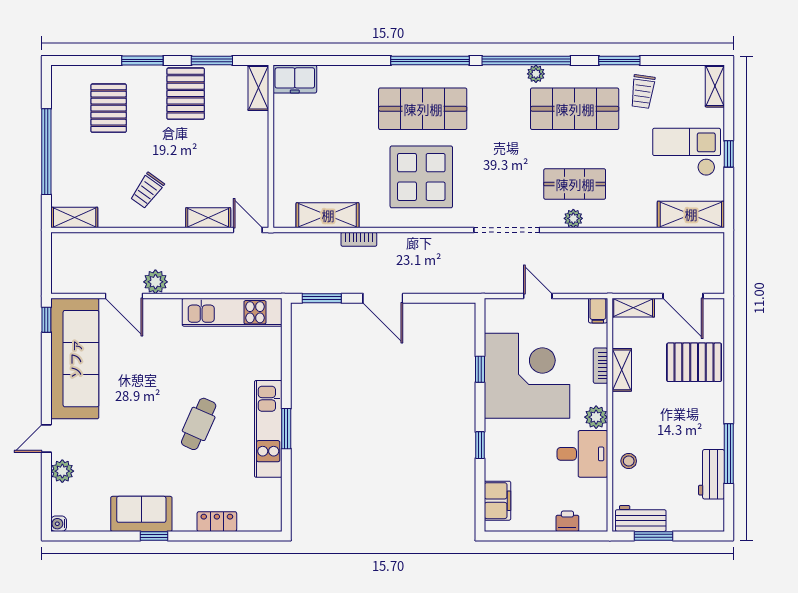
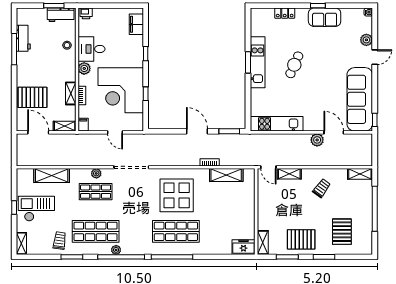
pallet: (186, 94) -> (301, 239), turned 90
checkout: (687, 152) -> (36, 209), turned 180
shelving: (691, 214) -> (52, 176), moved
printer: (567, 521) -> (86, 13), moved

